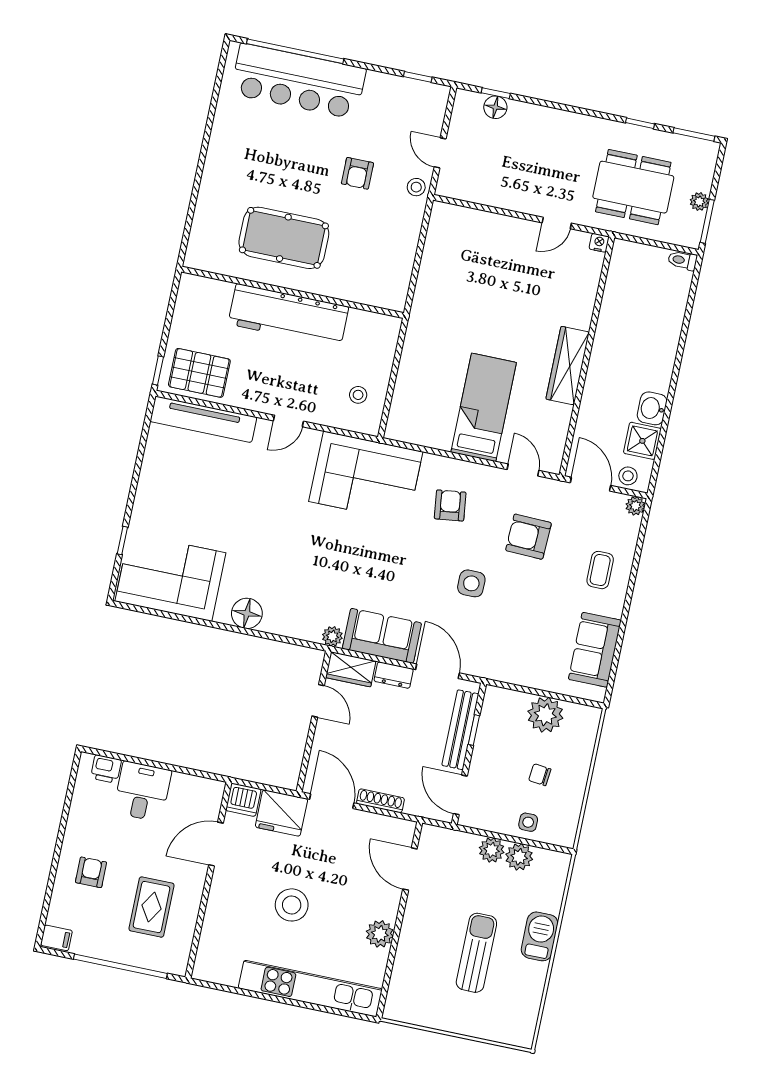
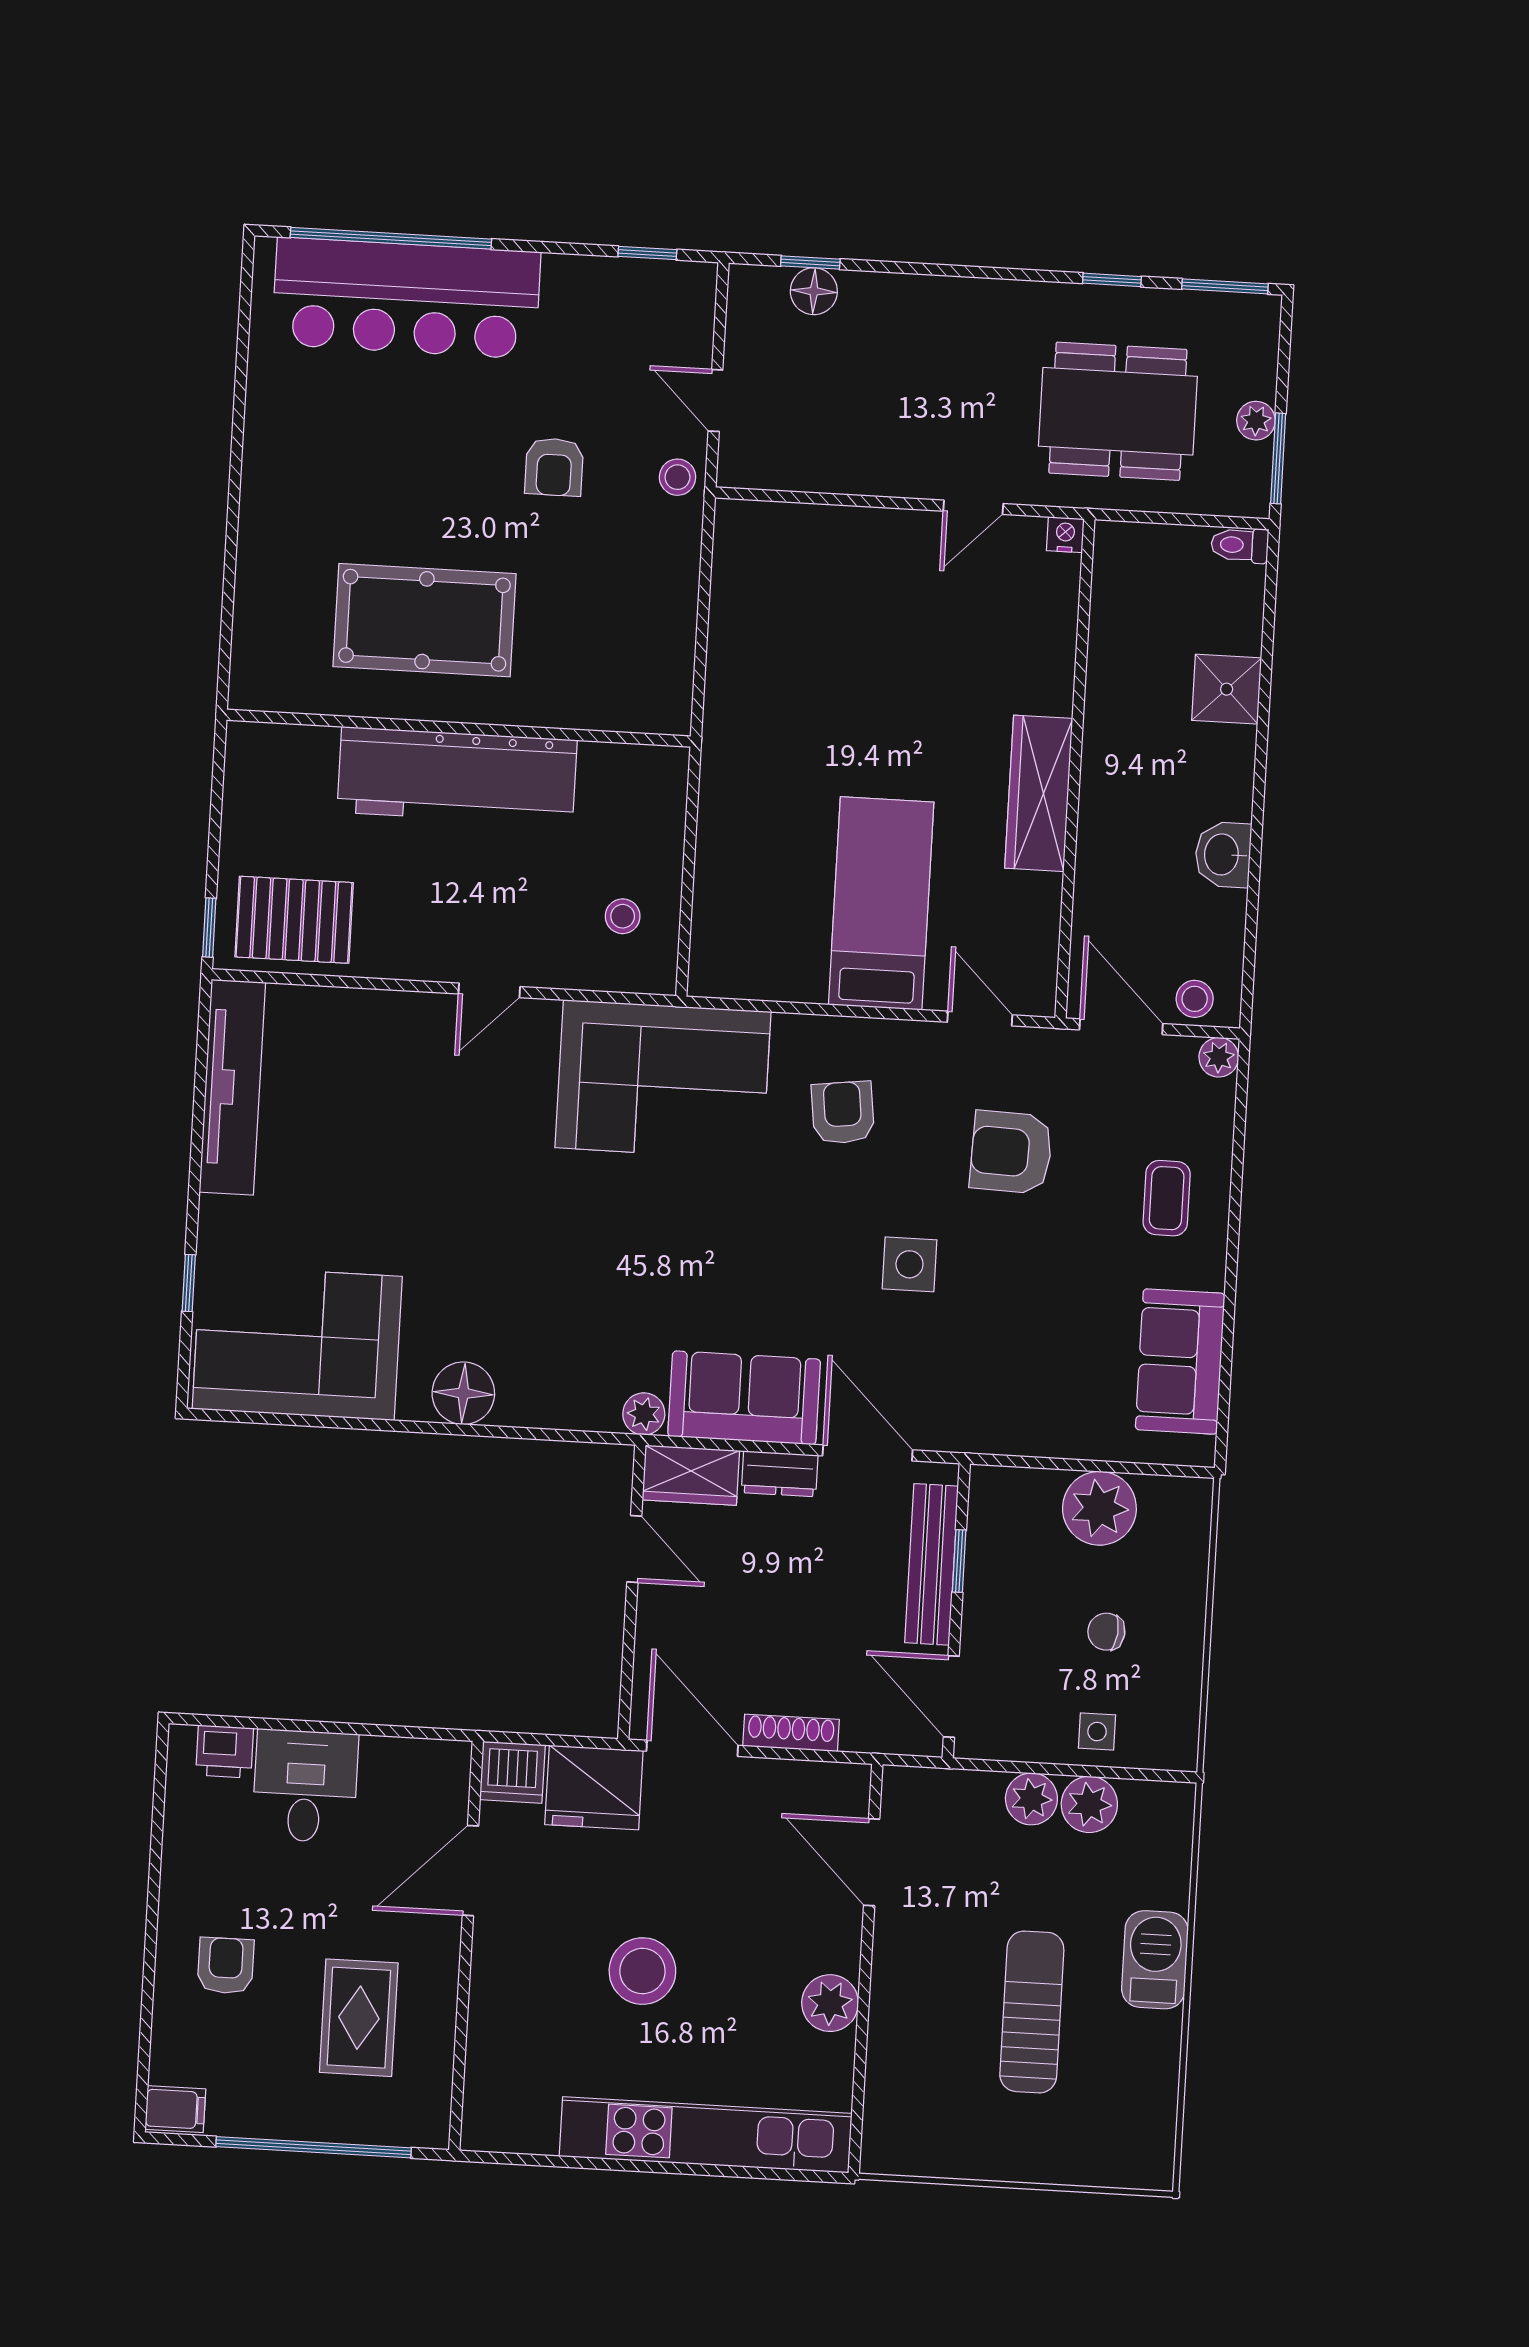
tv unit: (203, 419) -> (232, 1087), moved, turned -90
shower: (642, 441) -> (1227, 689), moved

